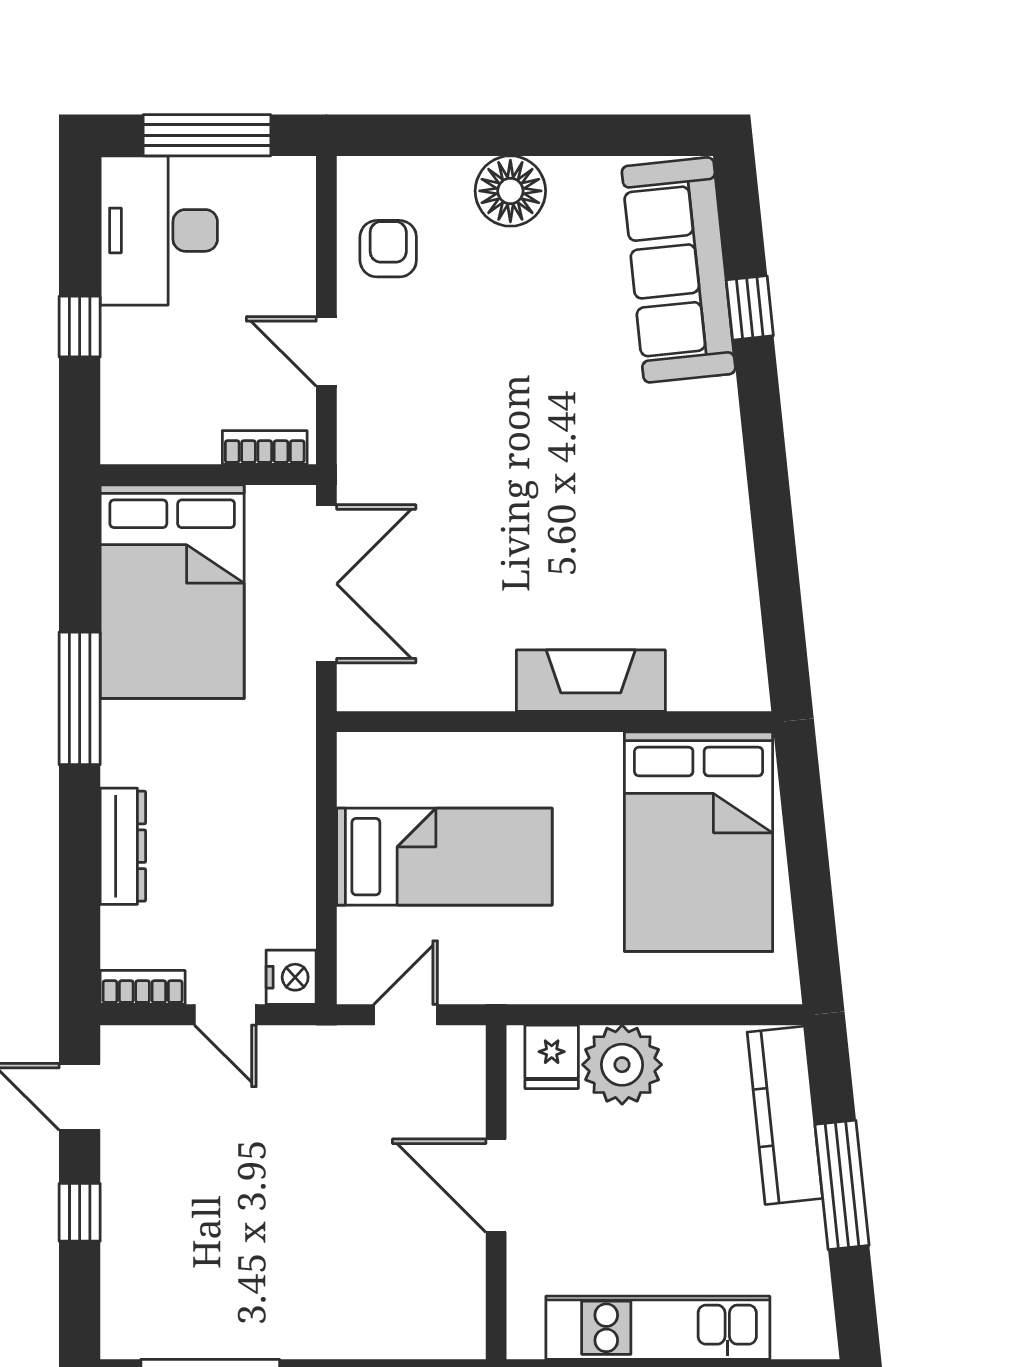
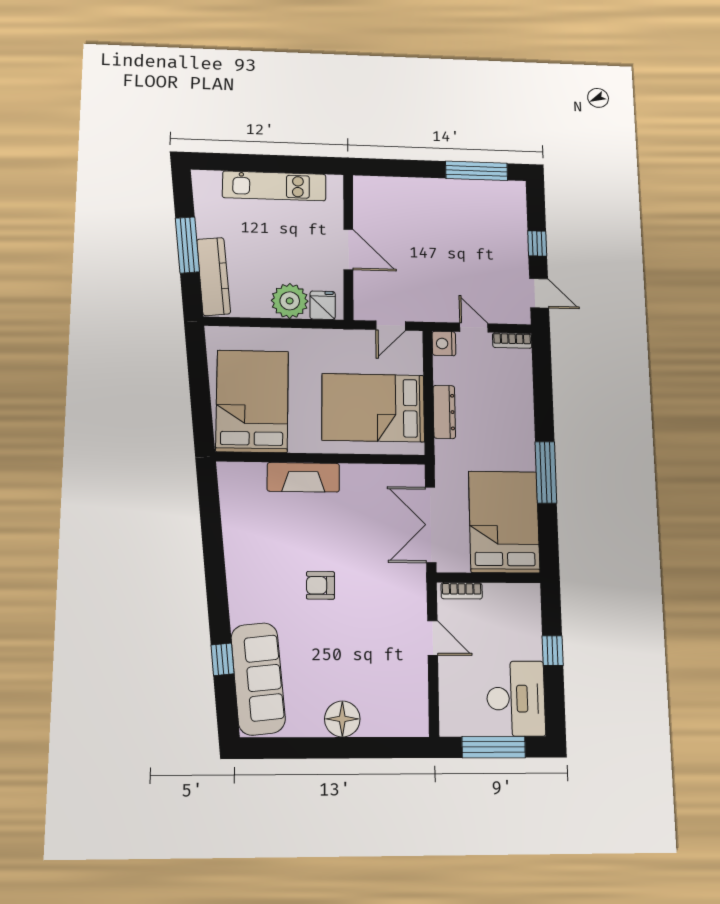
armchair: (388, 249) -> (320, 585), moved, turned 90
dresser: (123, 846) -> (444, 412), moved, turned 180
bed: (444, 857) -> (373, 408), width x1.50

